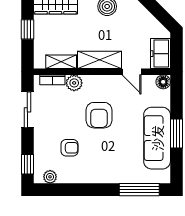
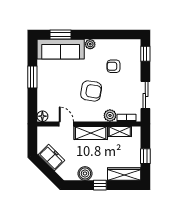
freezer: (160, 54) -> (51, 158), moved, turned -45
armchair: (99, 115) -> (91, 91), turned 99
sofa: (157, 138) -> (61, 49), moved, turned 90
plant: (50, 177) -> (90, 44), moved
window: (139, 190) -> (61, 34), width x0.69

